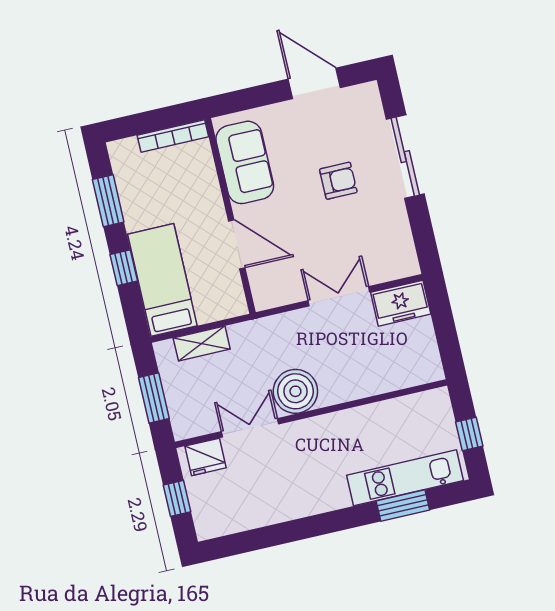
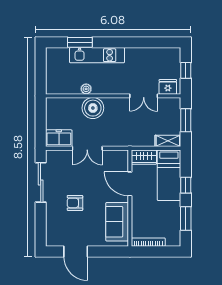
sliding door: (405, 157) -> (41, 182), moved
wardrobe: (221, 305) -> (144, 157), added
shelving: (202, 343) -> (168, 141), moved
boiler: (295, 391) -> (93, 108), moved
plant: (369, 415) -> (86, 89), added
window: (469, 434) -> (41, 69), removed
kitchen unit: (405, 478) -> (97, 55), moved

